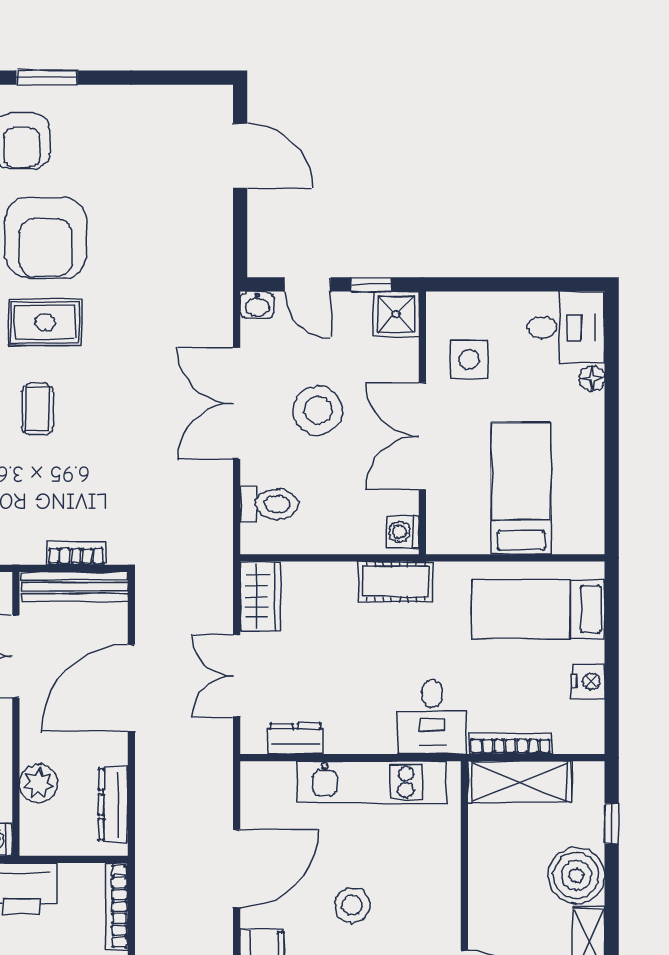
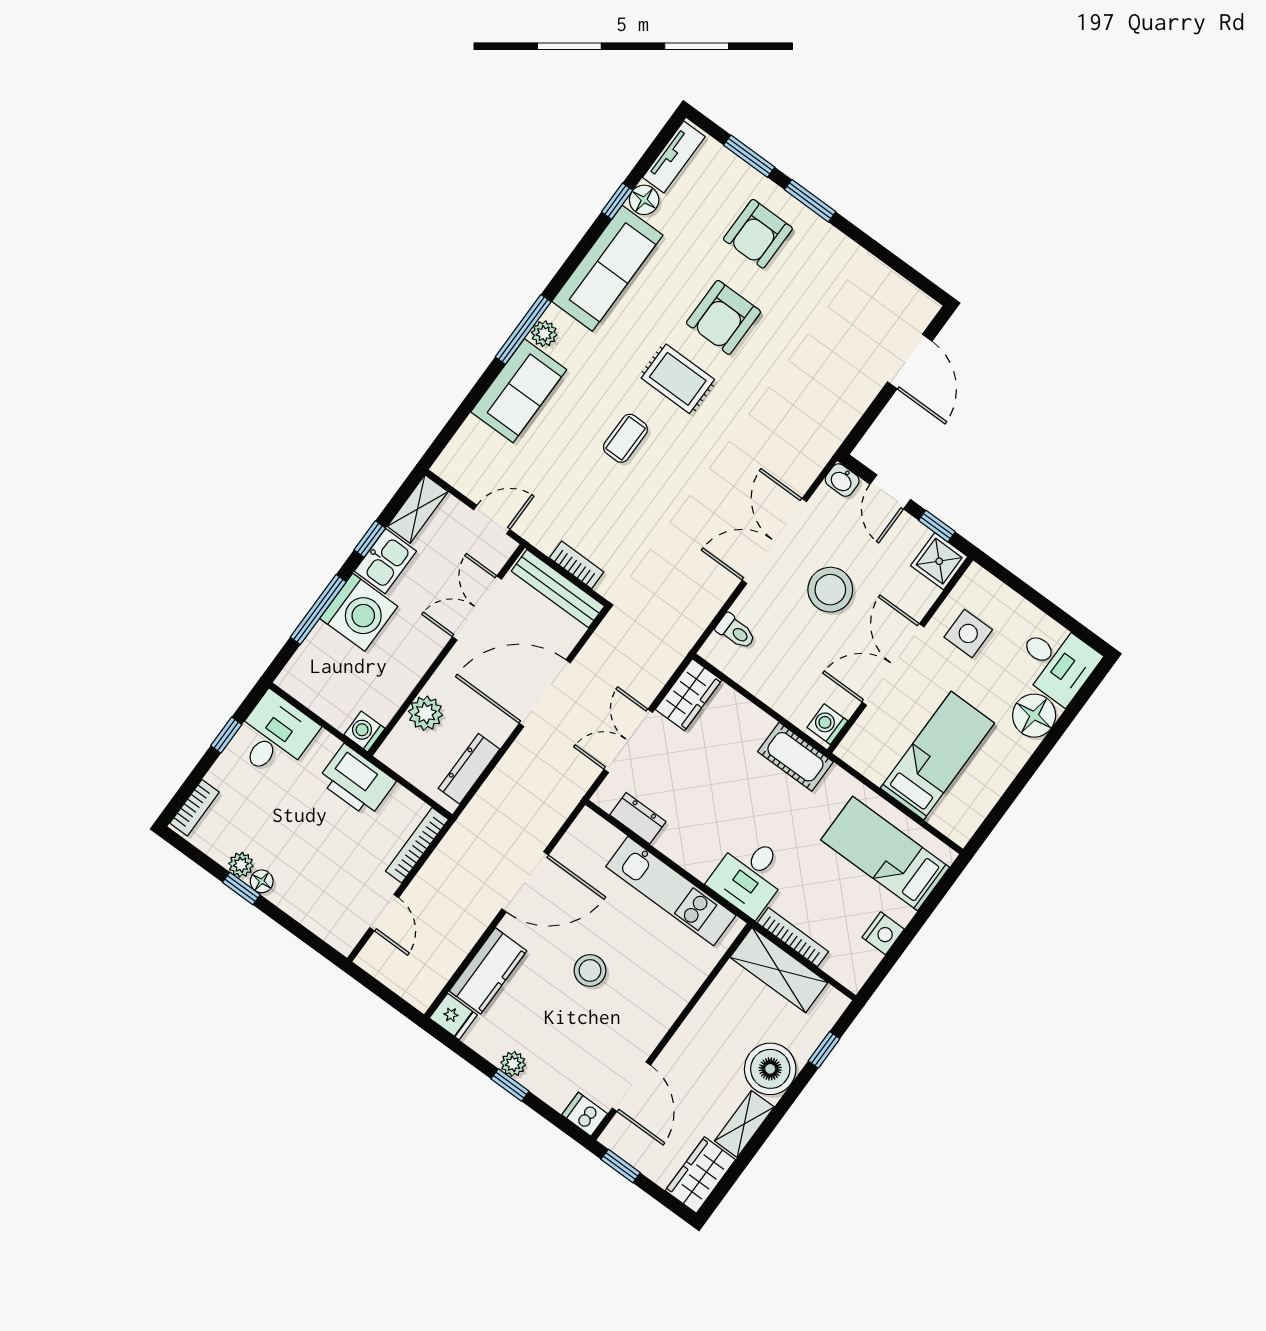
armchair: (46, 238) -> (723, 317), width x0.73, depth x0.73
floor lamp: (592, 379) -> (1034, 716), width x1.89, depth x1.89
toilet: (269, 504) -> (736, 632), width x0.73, depth x0.72

